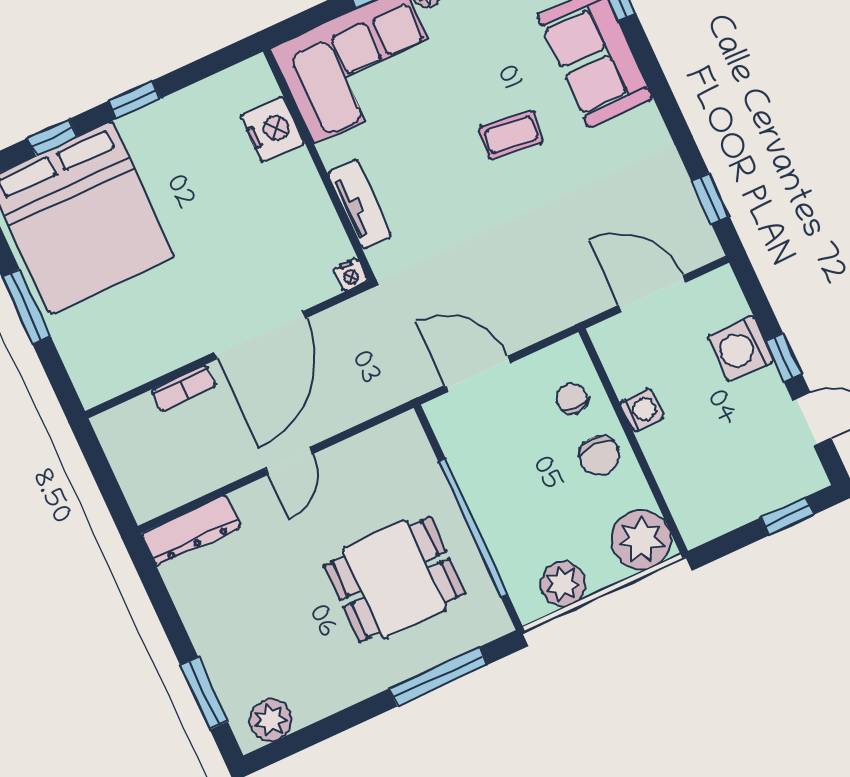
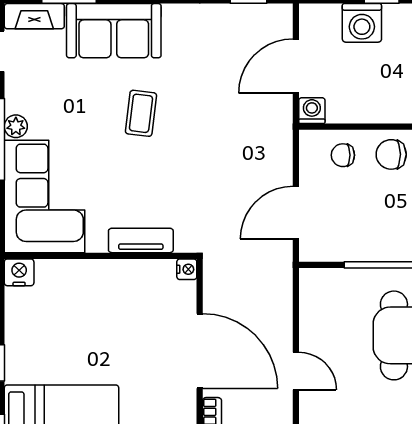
nightstand: (273, 129) -> (19, 272), moved, width x0.74, depth x0.75
washing machine: (642, 410) -> (312, 111), moved
chair: (599, 456) -> (391, 154), turned 180

